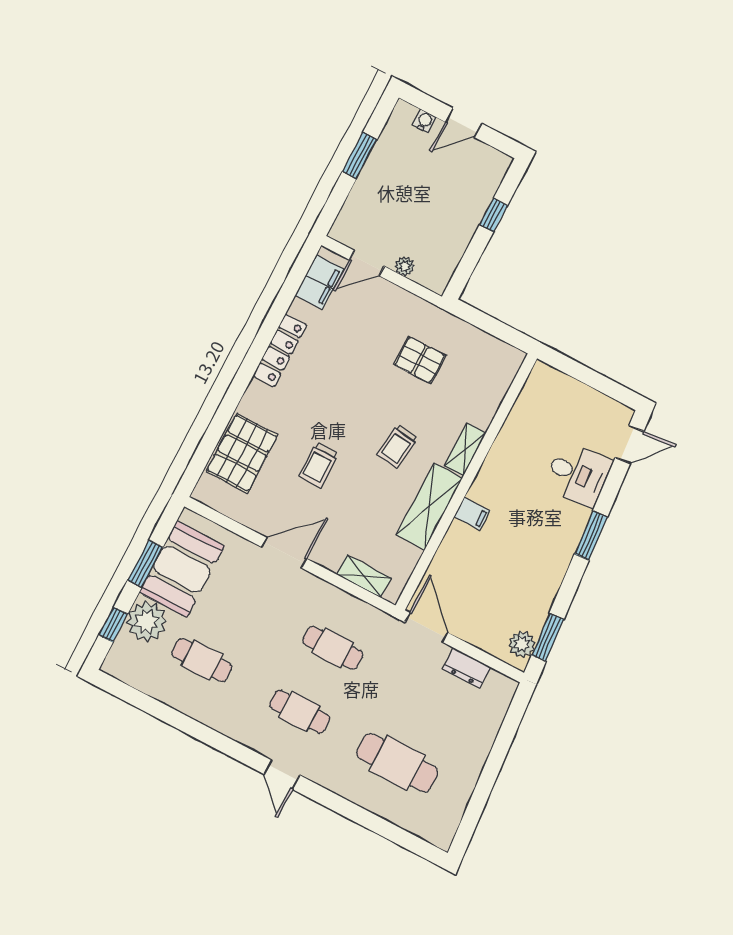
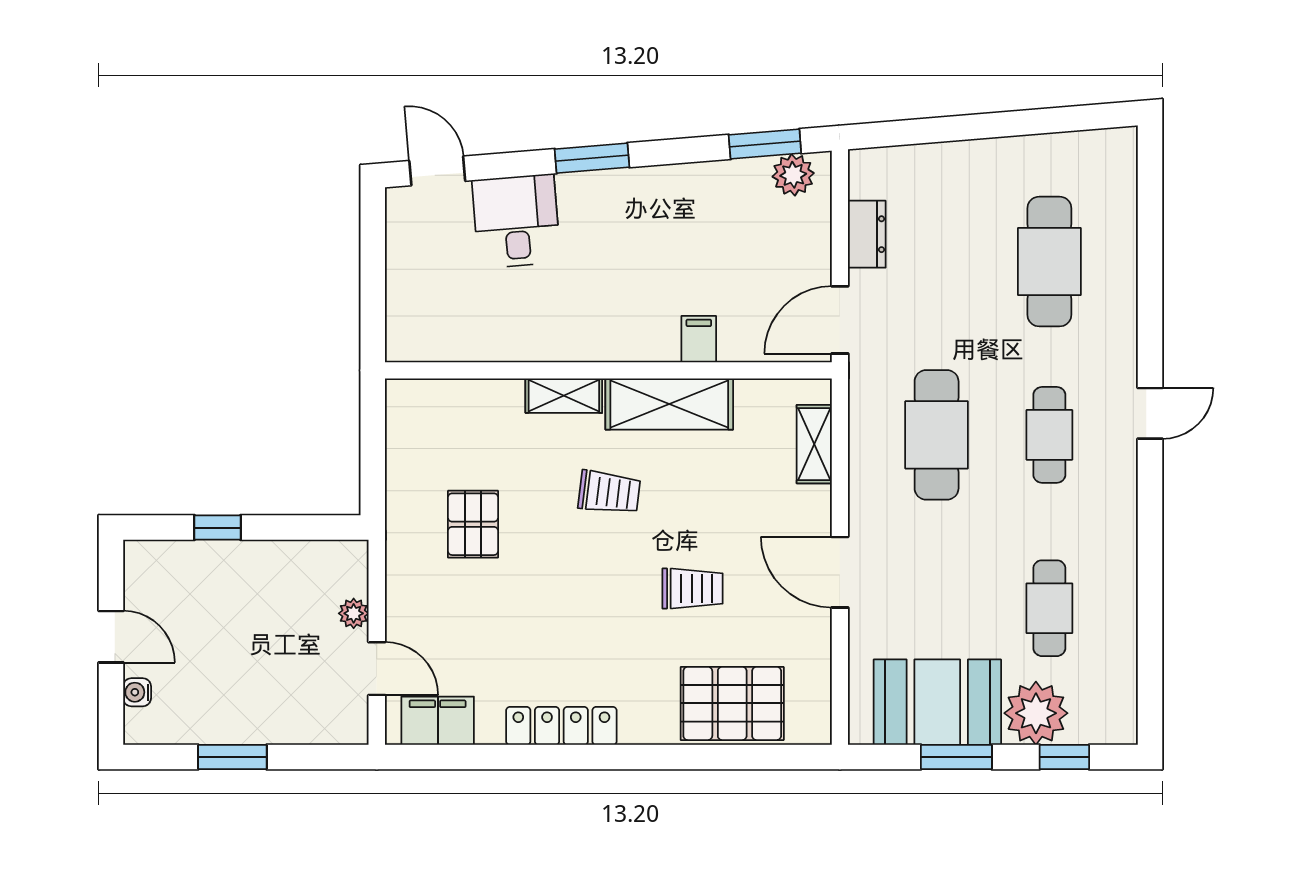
filing cabinet: (472, 514) -> (699, 339), moved
cafe table: (333, 648) -> (937, 435), width x1.37, depth x1.35

